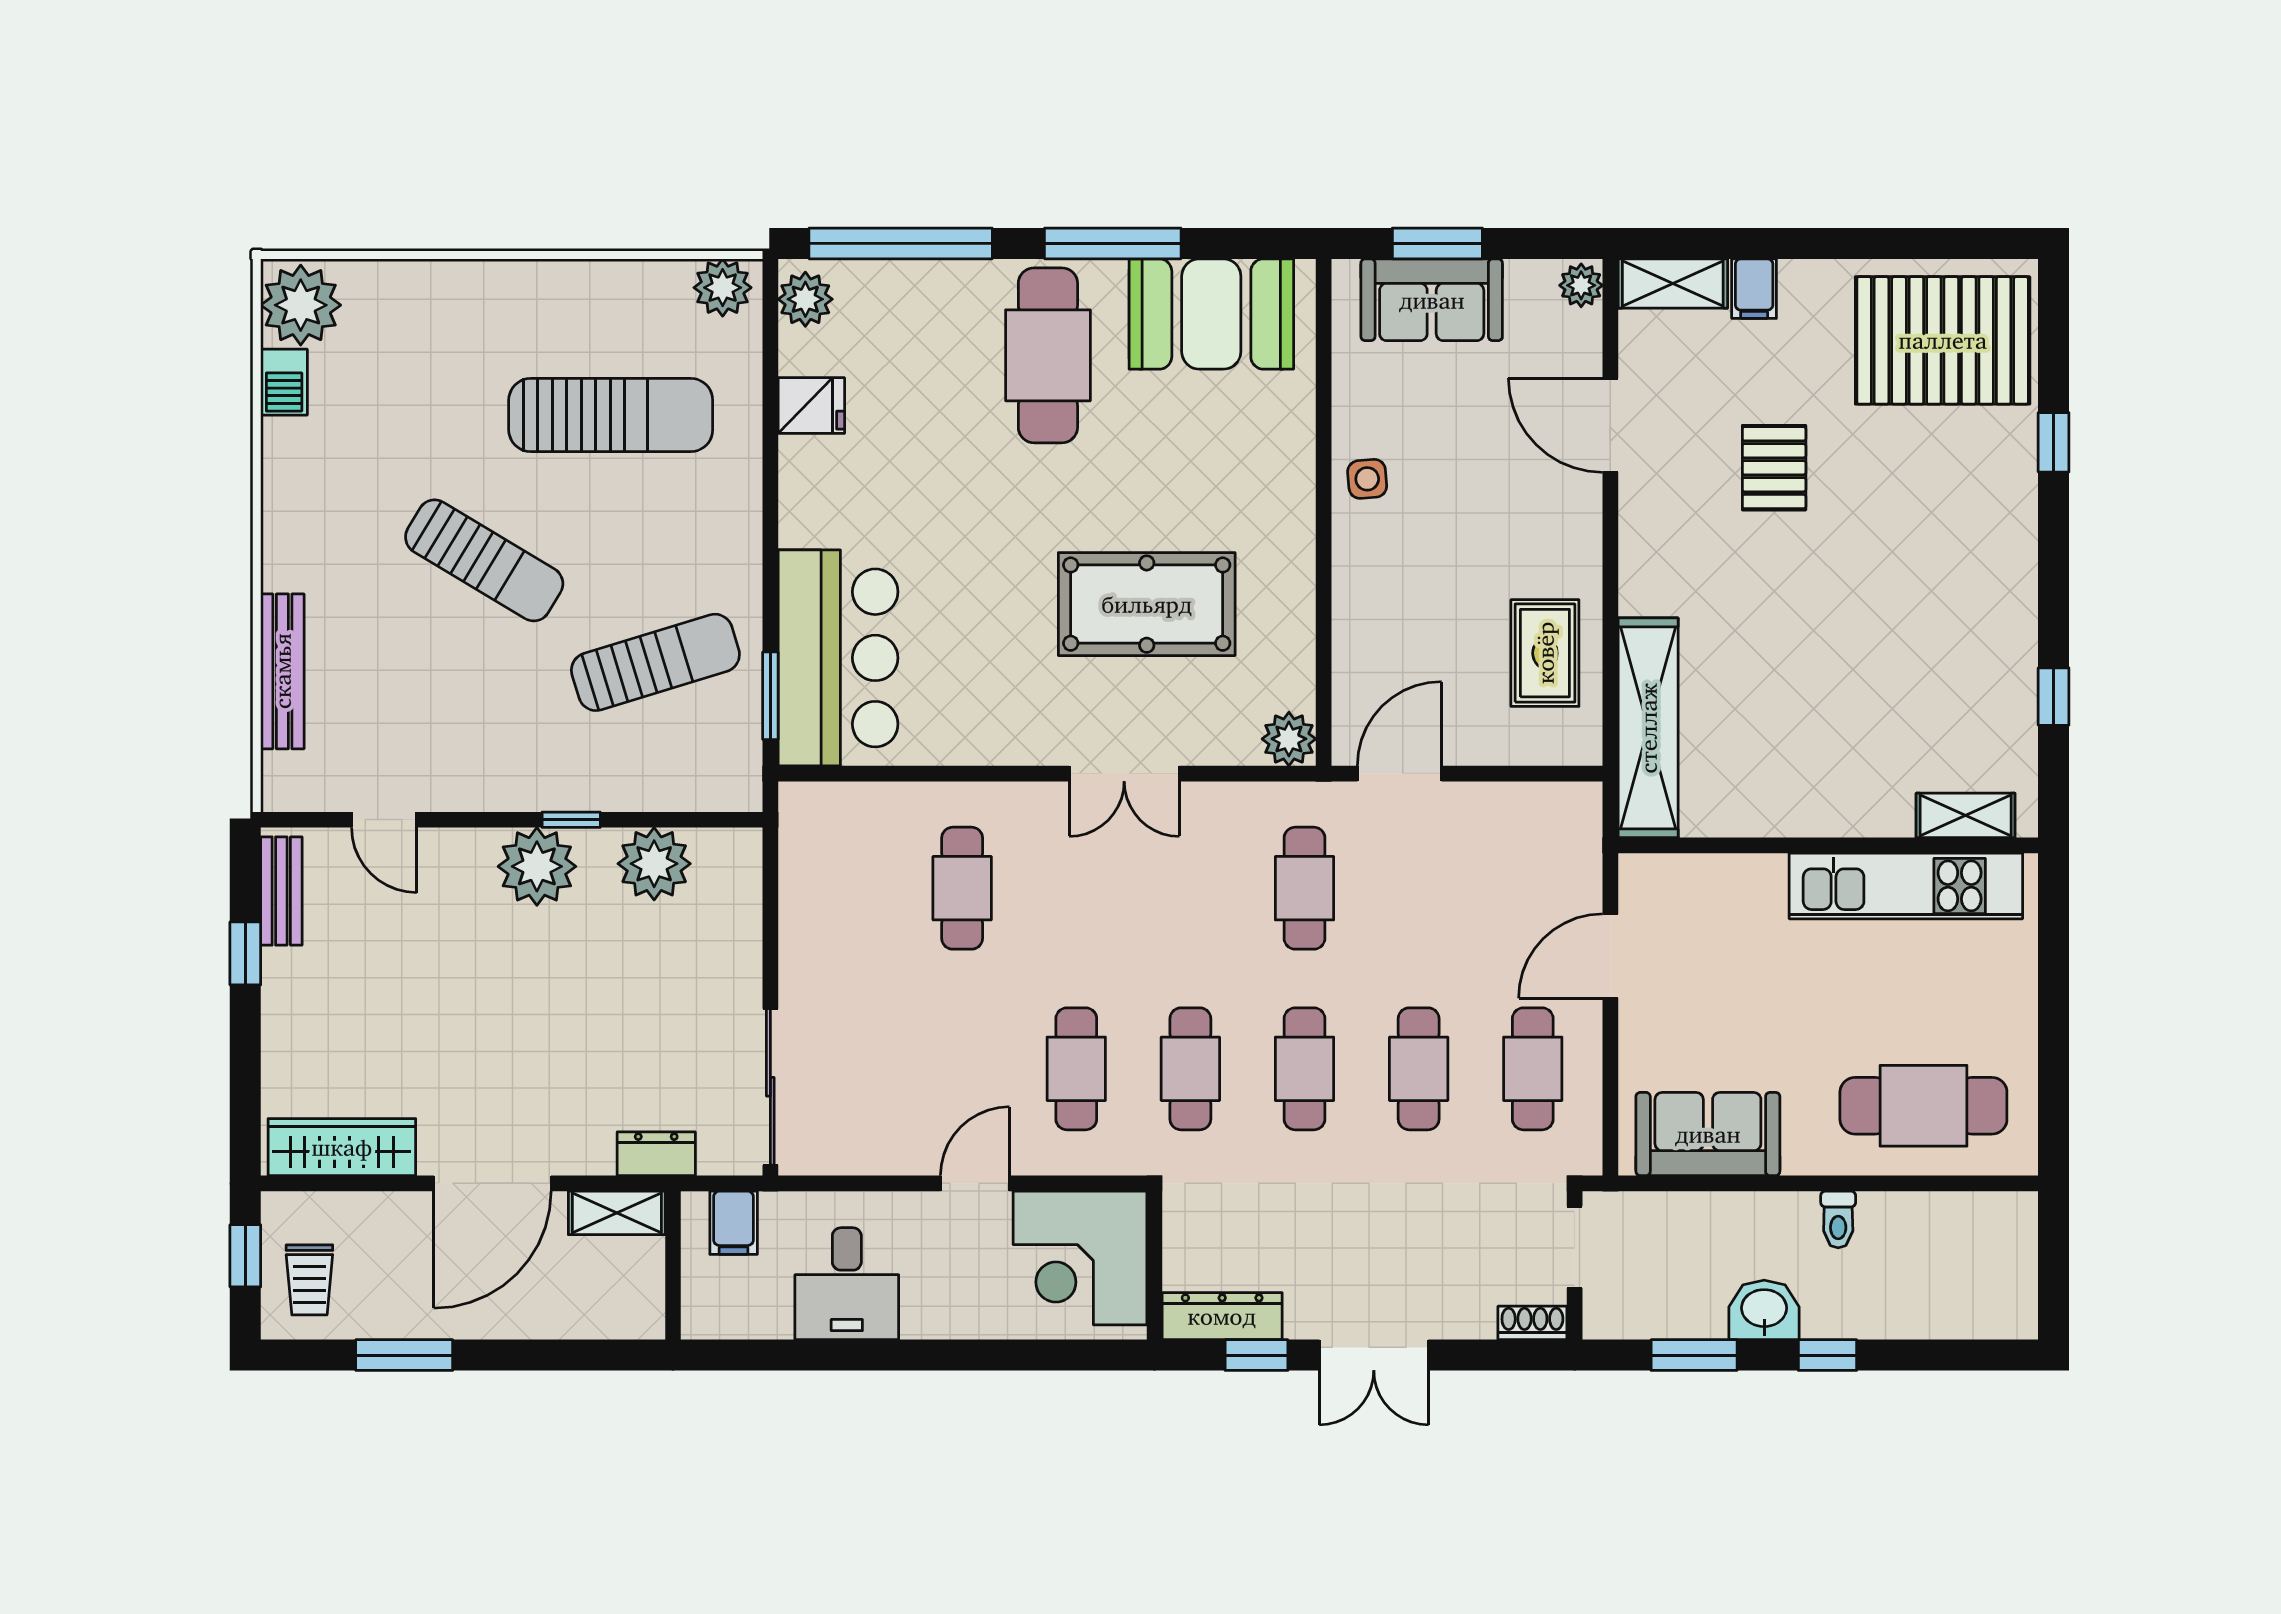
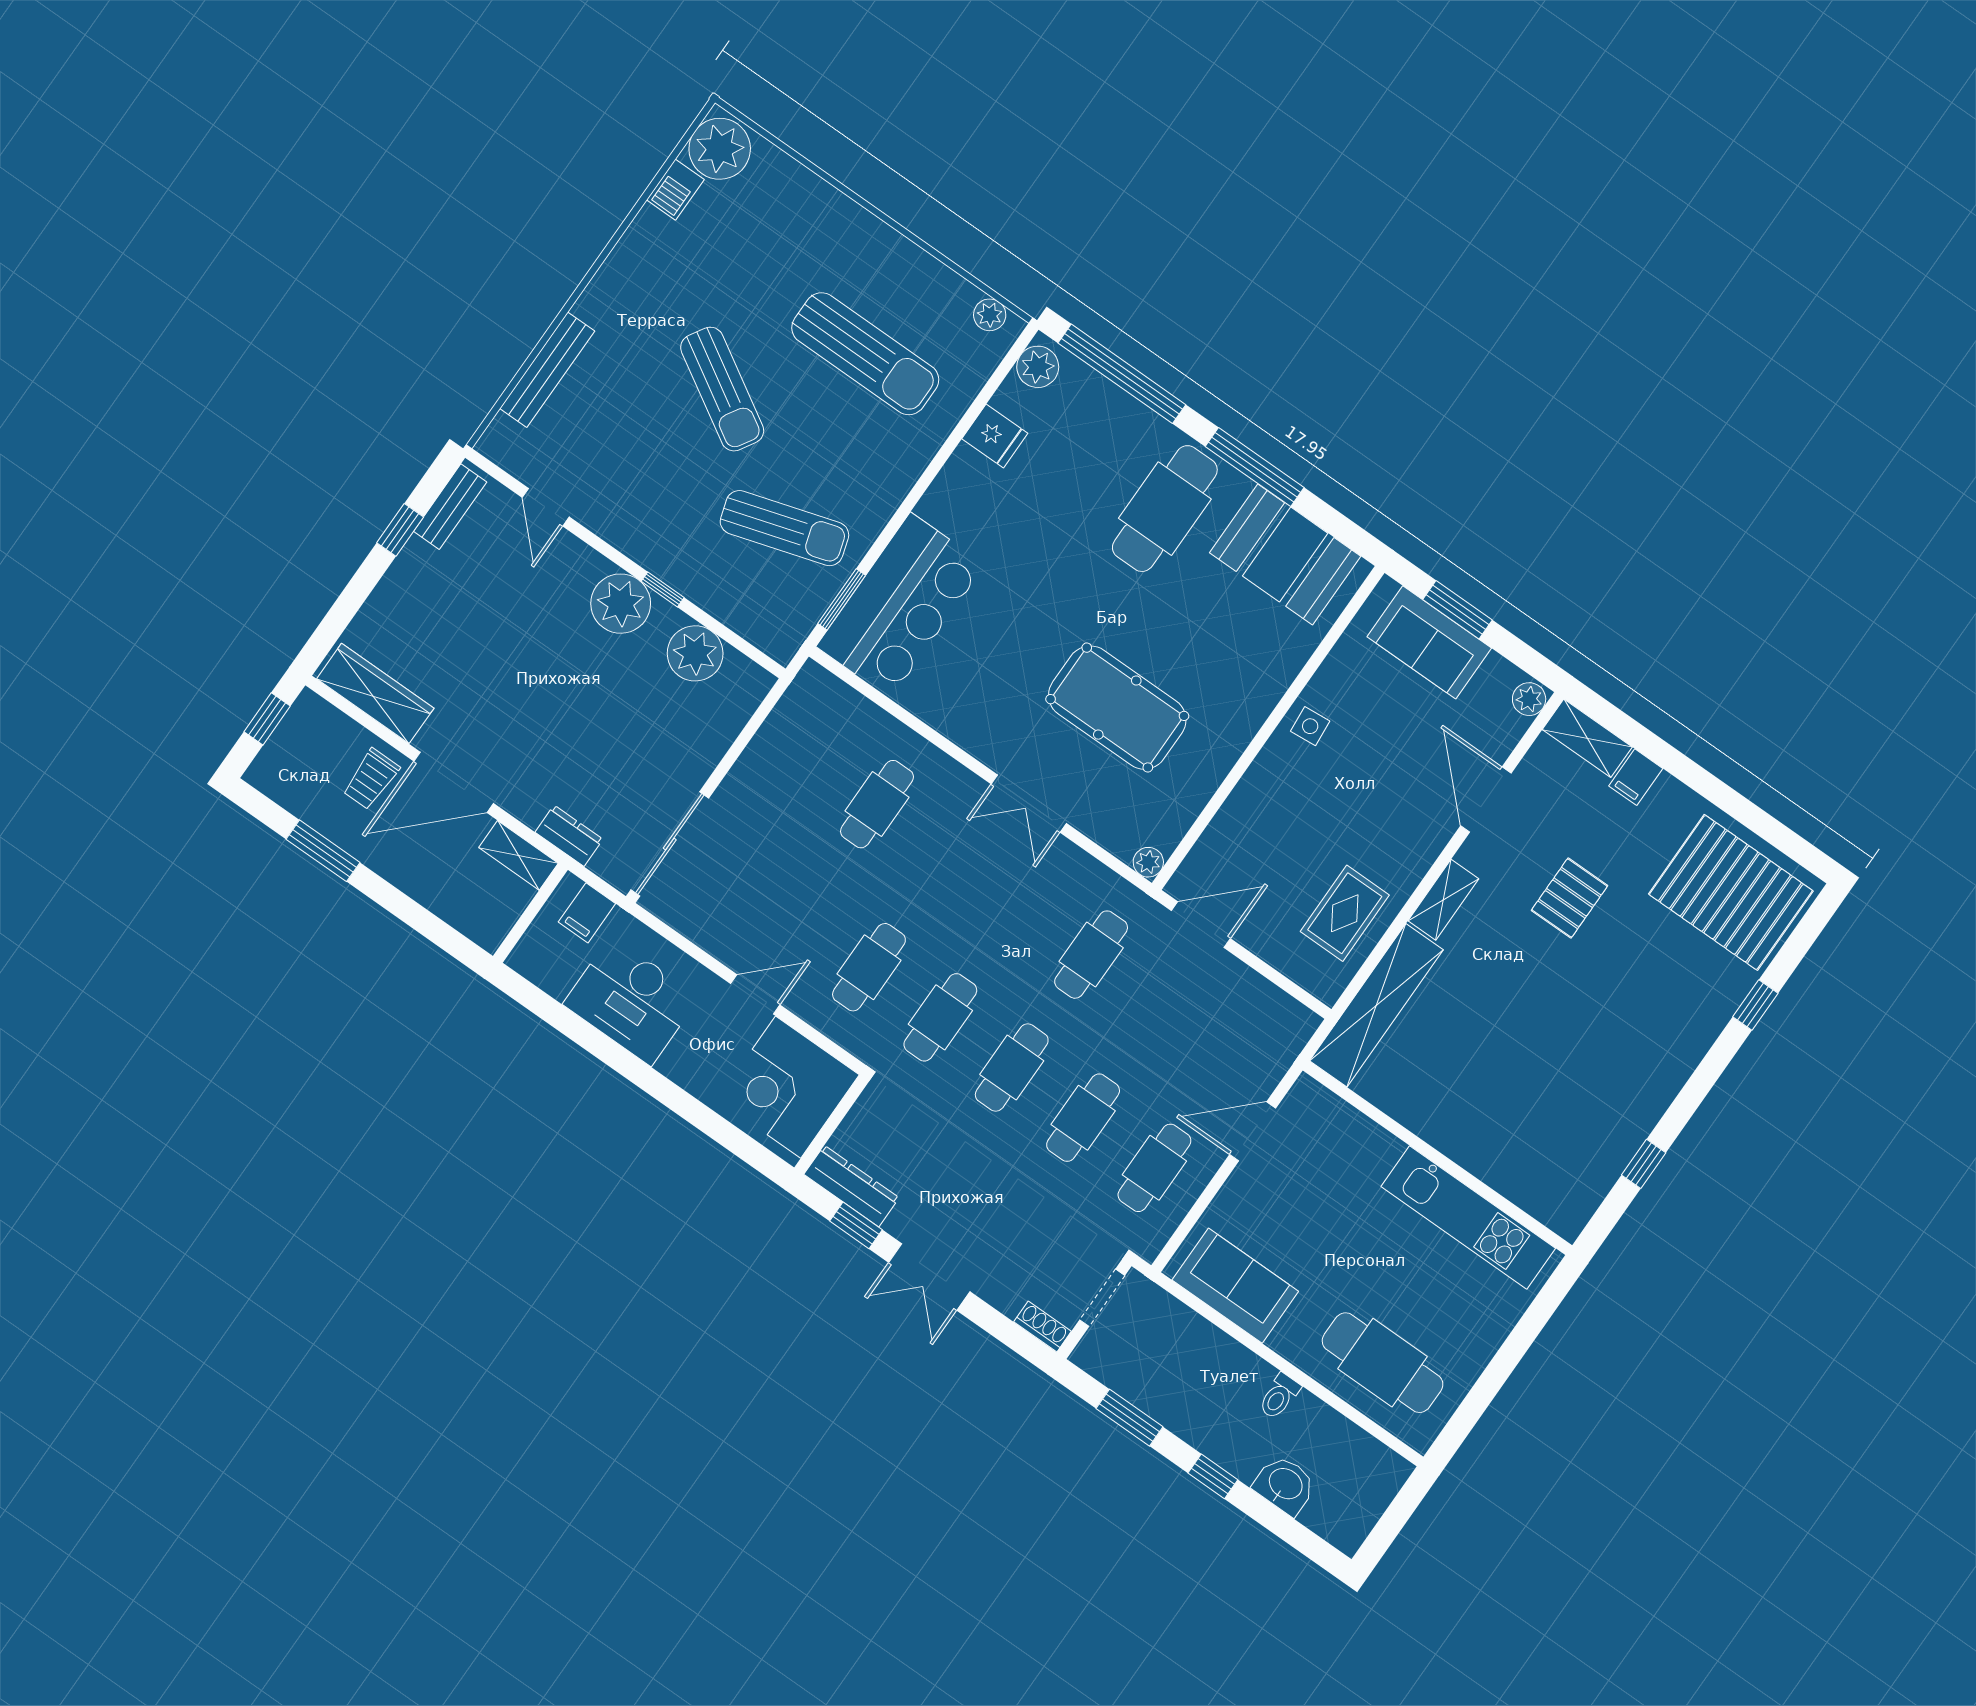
plant: (723, 288) -> (990, 315), width x0.73, depth x0.73
plant: (1289, 739) -> (1148, 862), width x0.73, depth x0.73
shelving: (1966, 815) -> (1443, 900), moved, turned 90
trolley: (309, 1280) -> (371, 779), moved
desk: (847, 1284) -> (631, 1001), width x1.37
washbasin: (1764, 1310) -> (1285, 1485), moved

